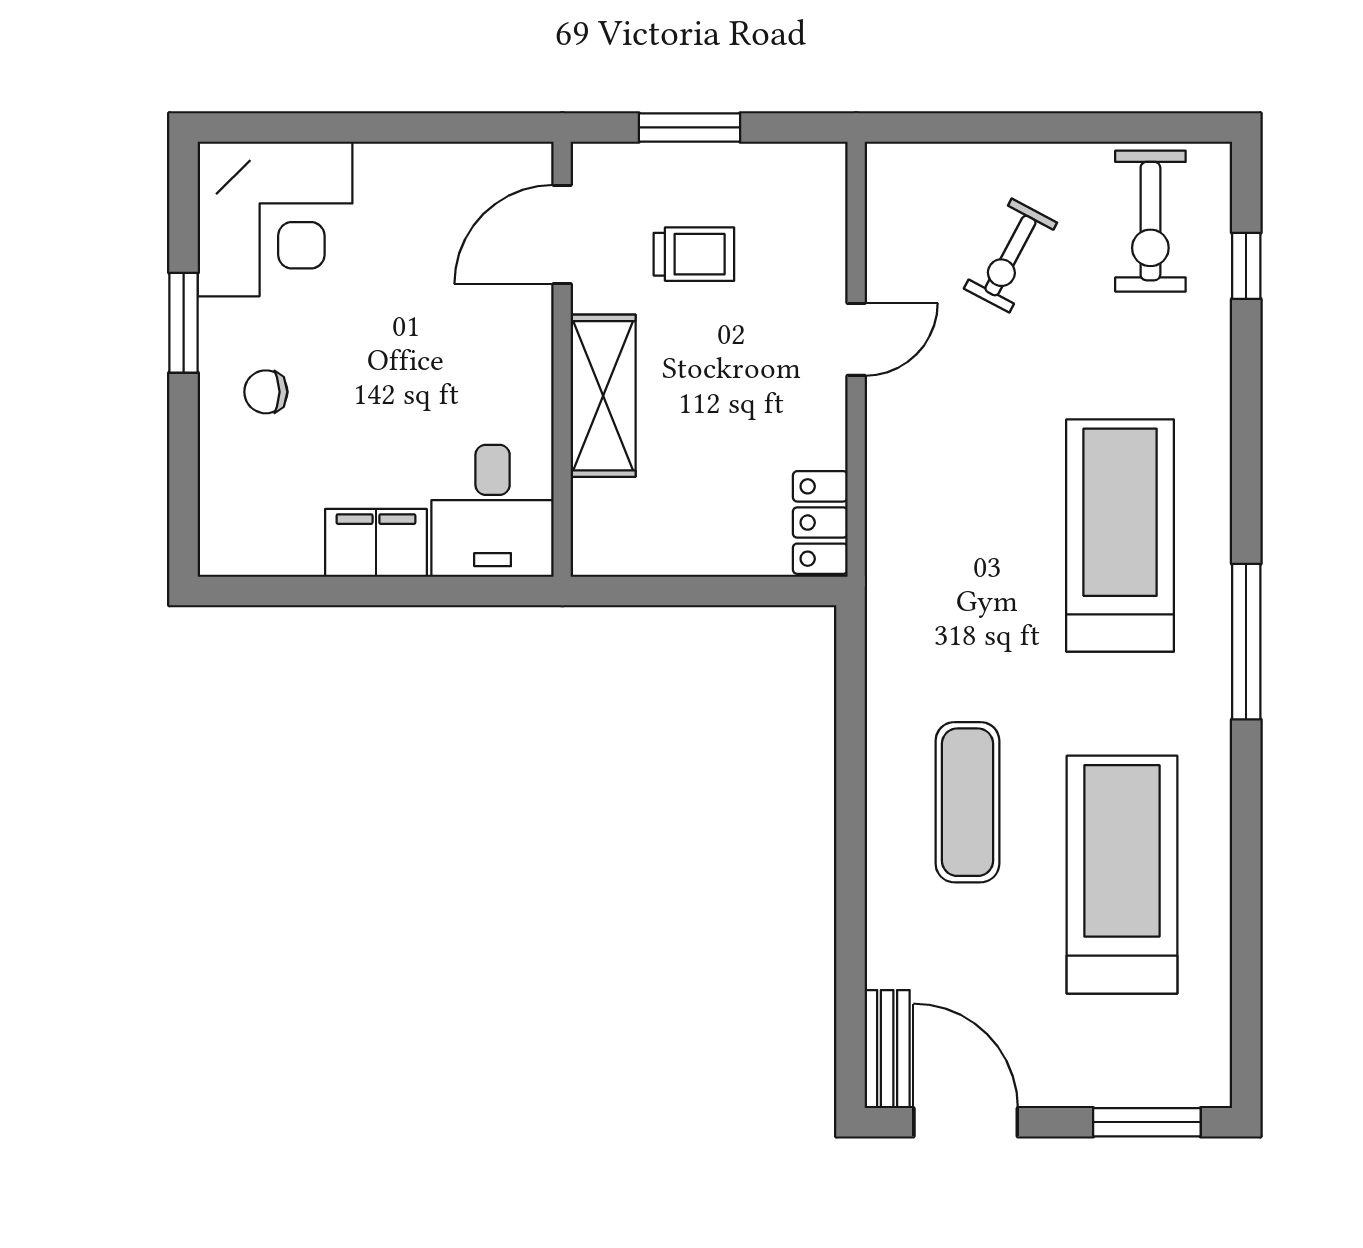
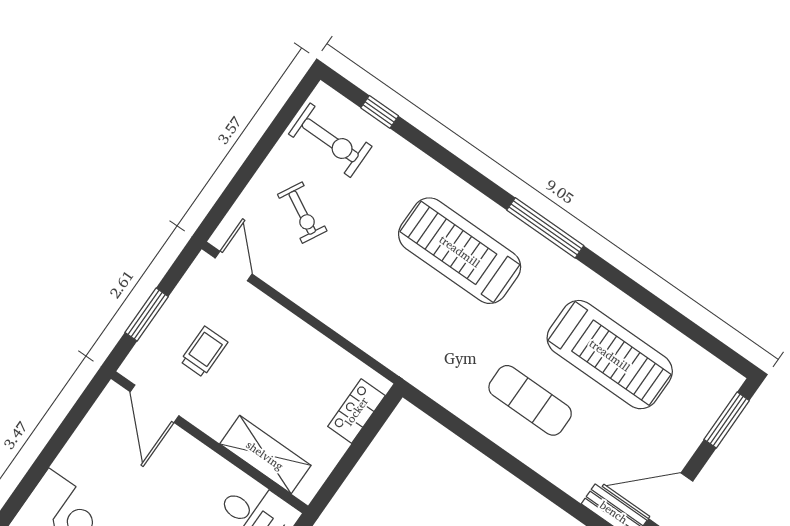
door: (856, 339) -> (234, 266), moved
shelving: (603, 396) -> (265, 455), moved
locker: (820, 523) -> (356, 411), moved, turned 90
treadmill: (1122, 875) -> (610, 355), turned 180

